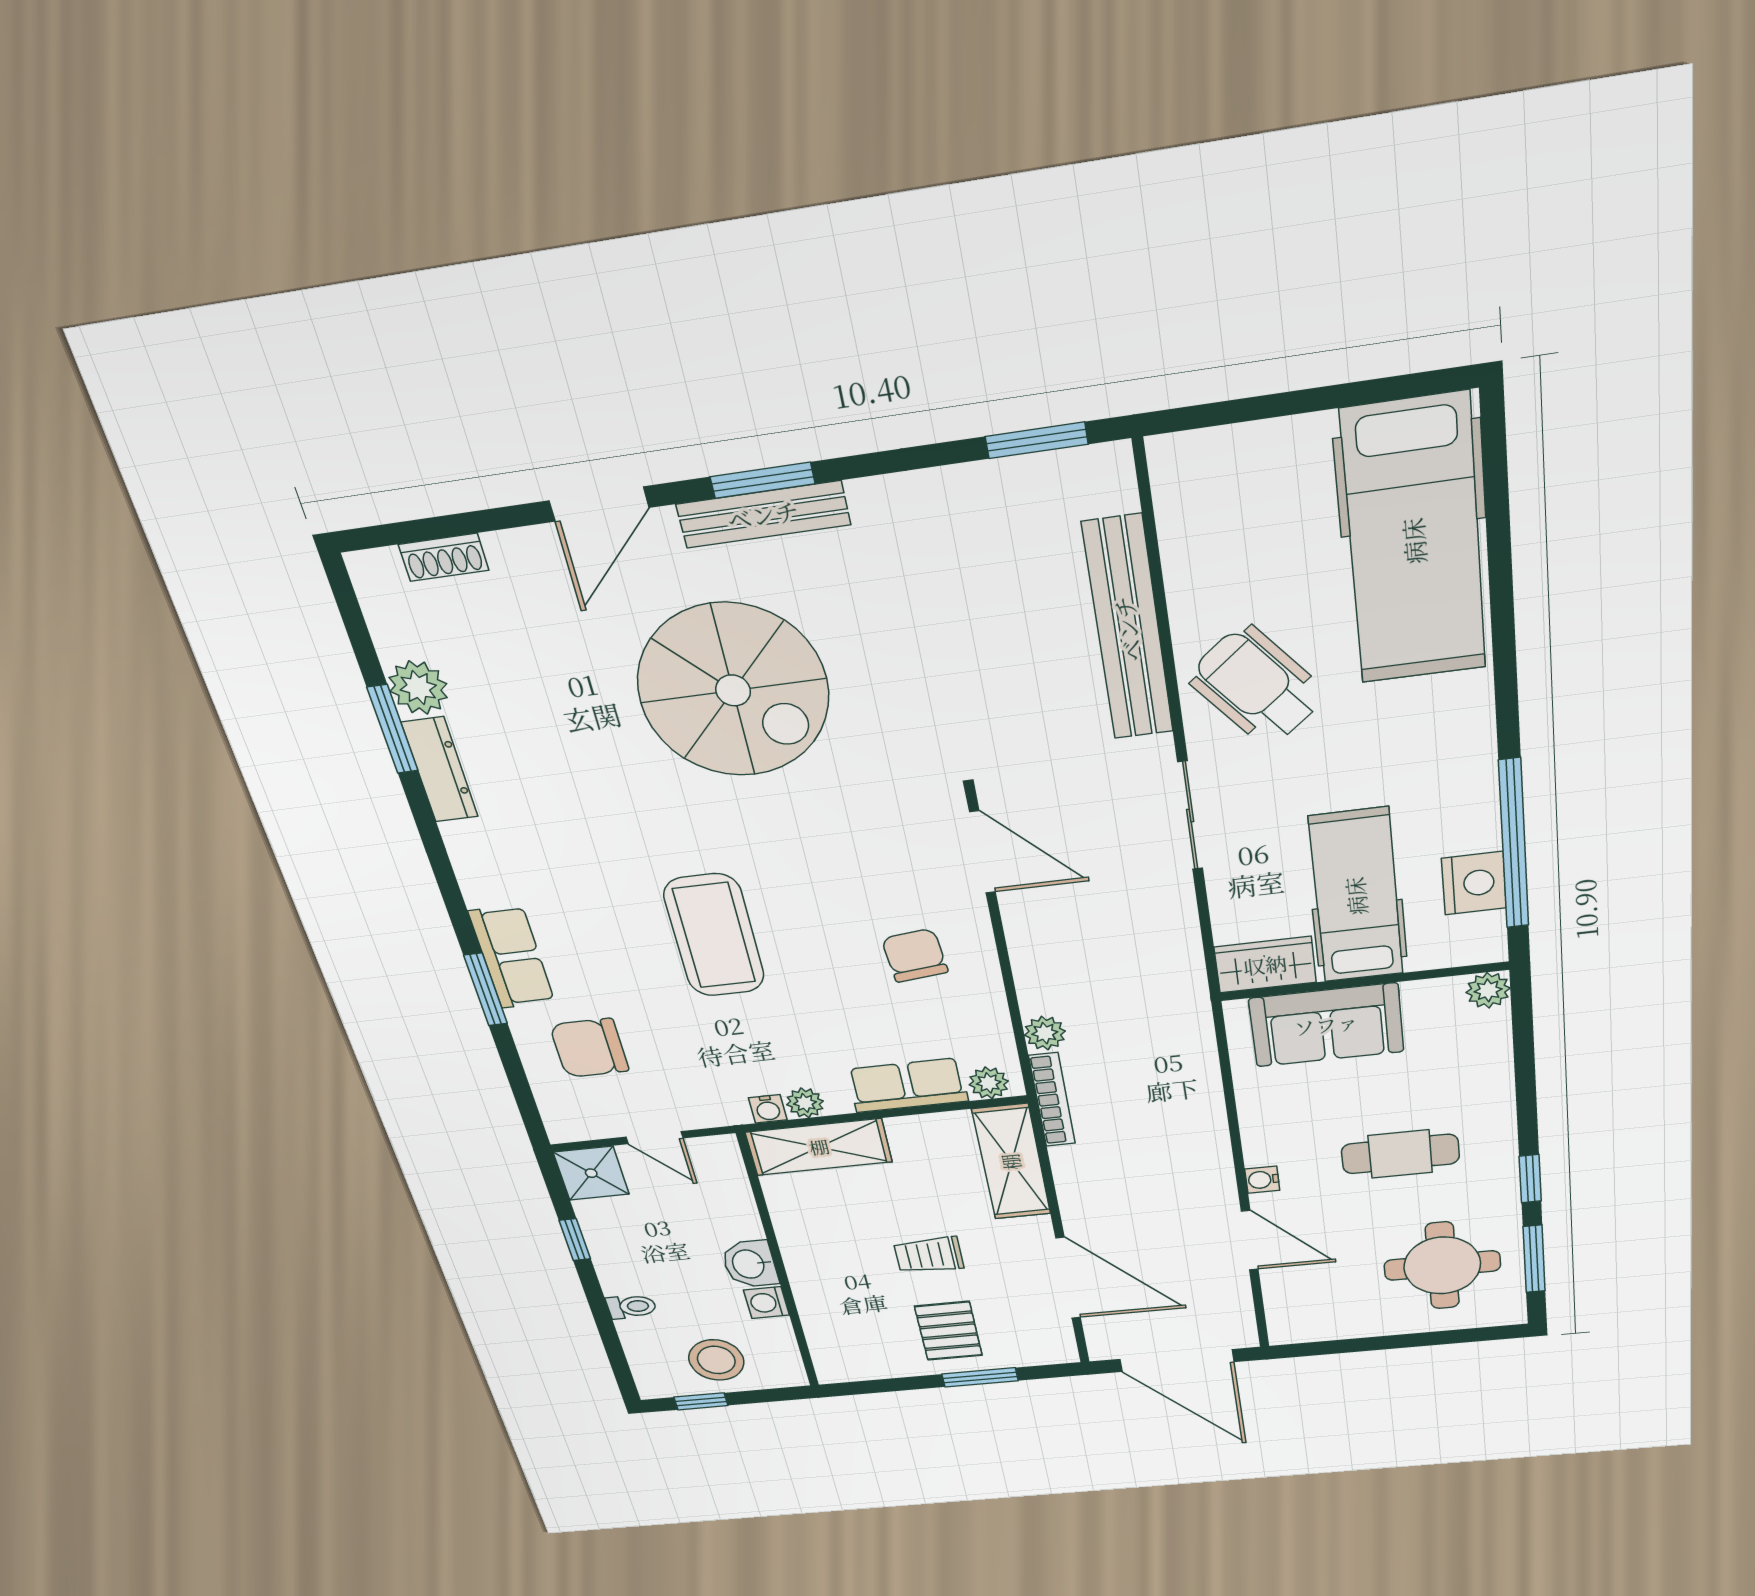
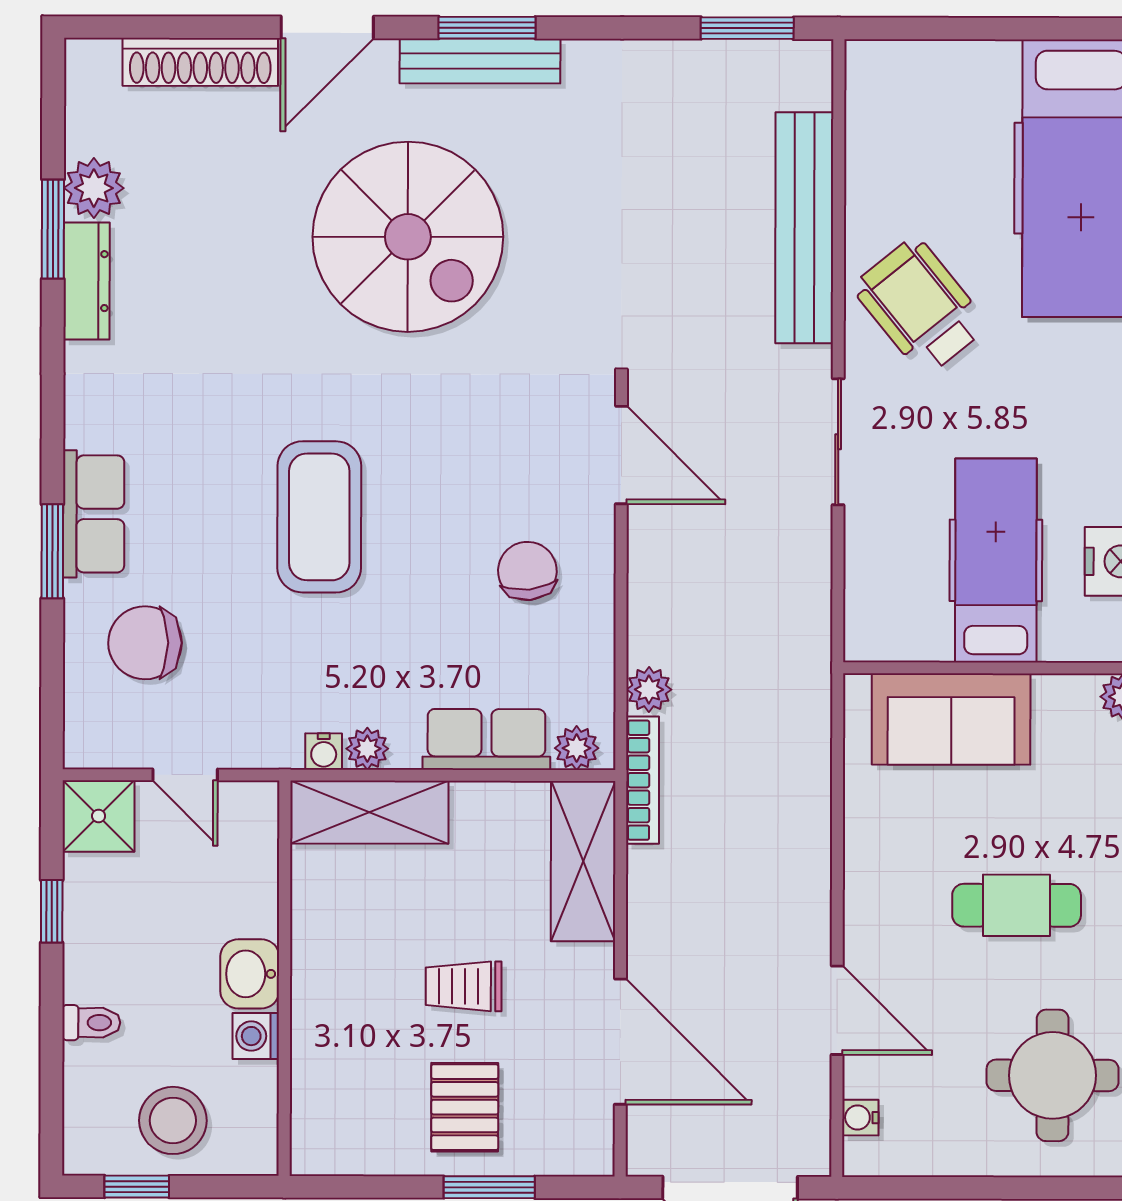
shoe rack: (444, 557) -> (200, 62), width x1.94, depth x1.24
wardrobe: (1265, 965) -> (894, 633), removed
water cooler: (1262, 1180) -> (860, 1118), moved

